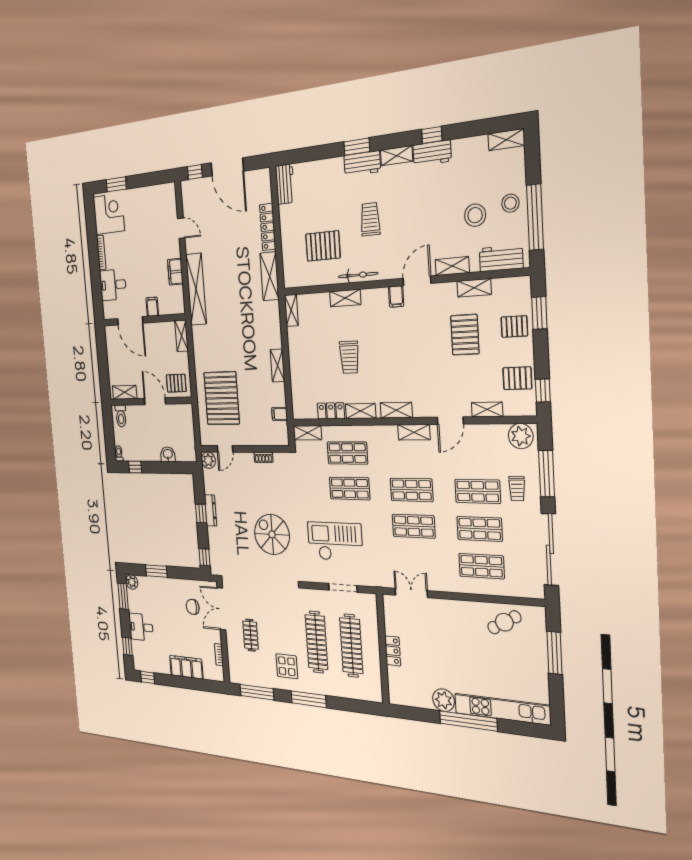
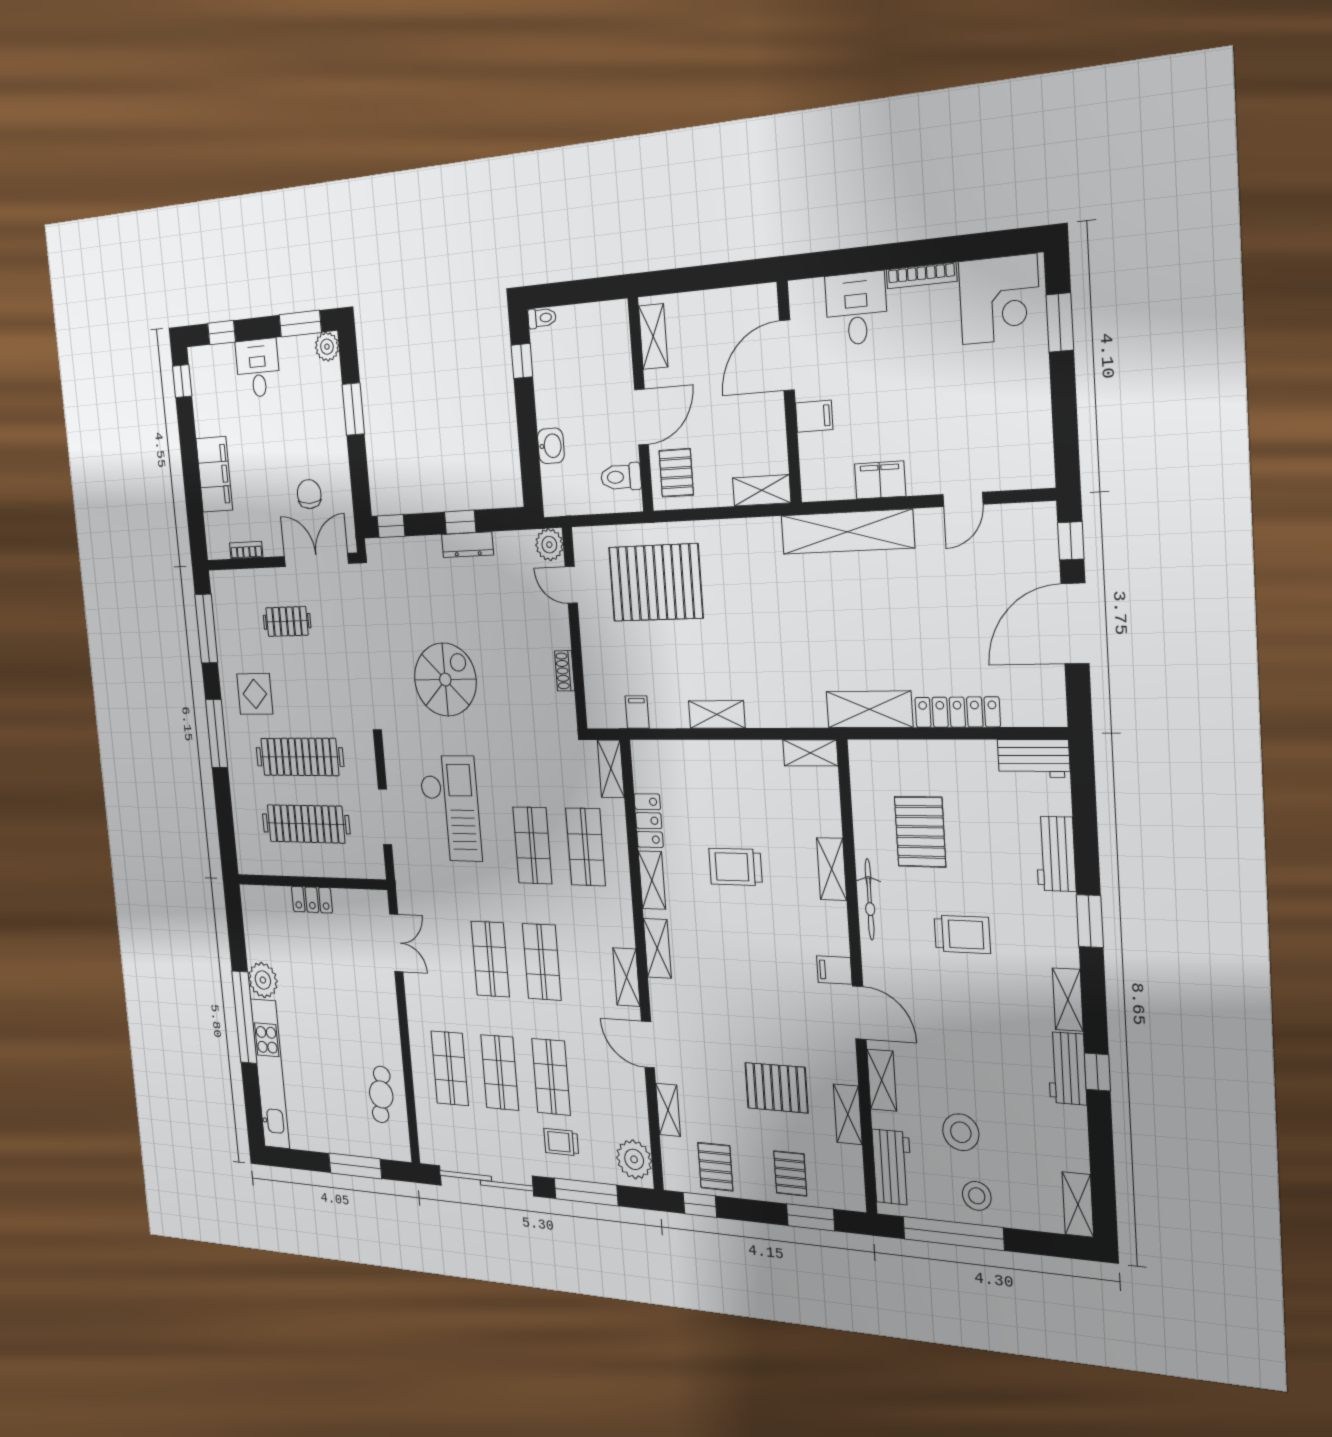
workbench: (362, 164) -> (1055, 854), moved
toilet: (121, 416) -> (621, 477), moved
cafe table: (504, 622) -> (381, 1094), turned 37

